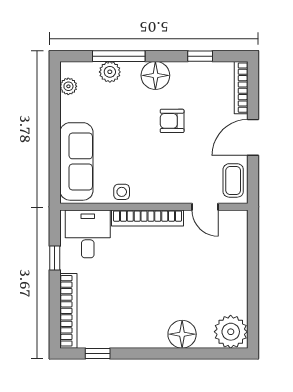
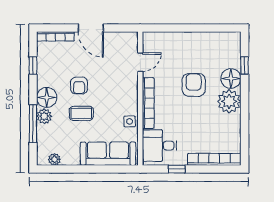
plant: (110, 72) -> (44, 116), moved
coffee table: (233, 180) -> (81, 113), moved
armchair: (173, 282) -> (194, 85), added
plant: (231, 332) -> (229, 101), moved
window: (98, 353) -> (245, 65), moved

